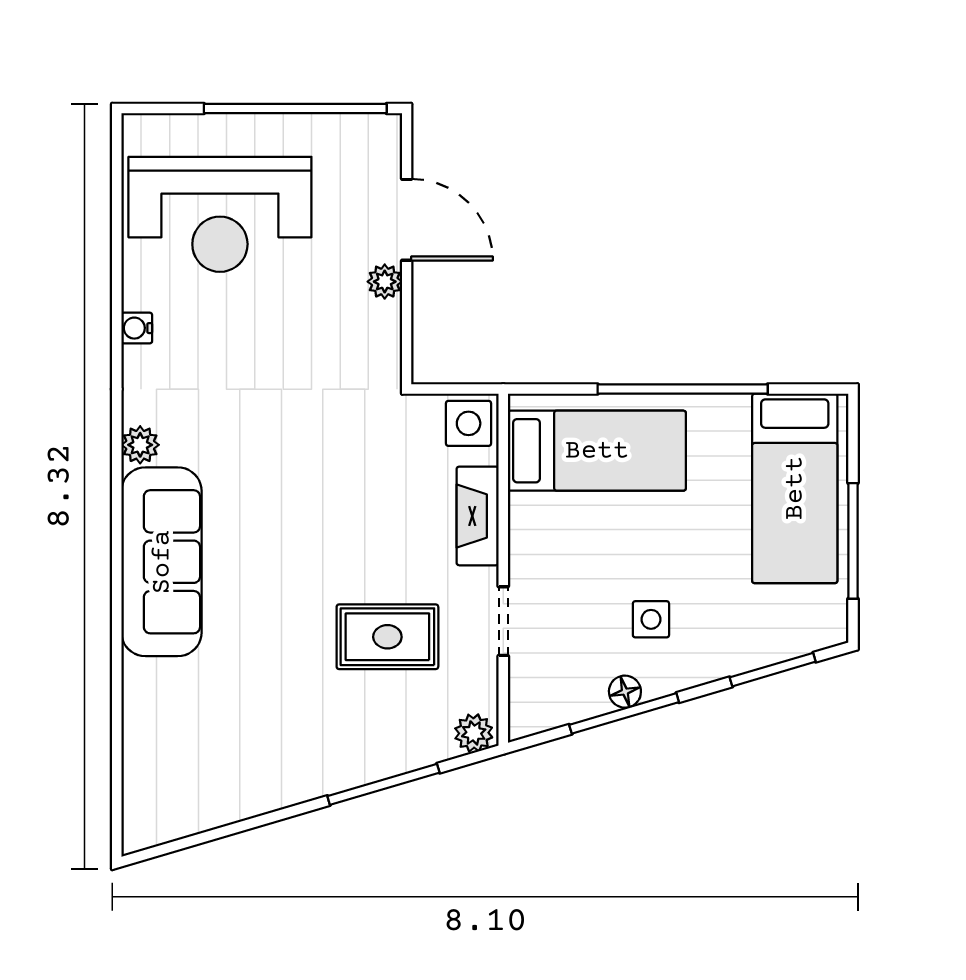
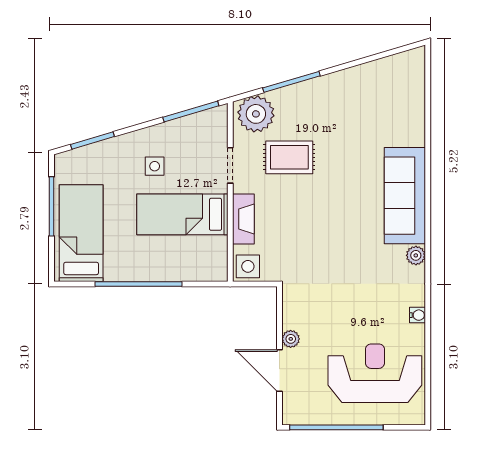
bed: (597, 451) -> (182, 214), moved
floor lamp: (625, 692) -> (168, 129), removed
window: (624, 713) -> (191, 112), moved
plant: (474, 733) -> (256, 114), width x1.87, depth x1.87

